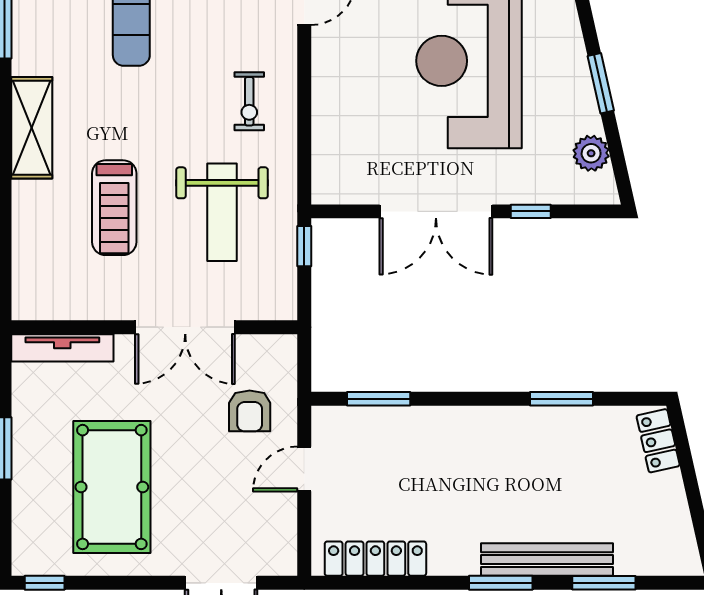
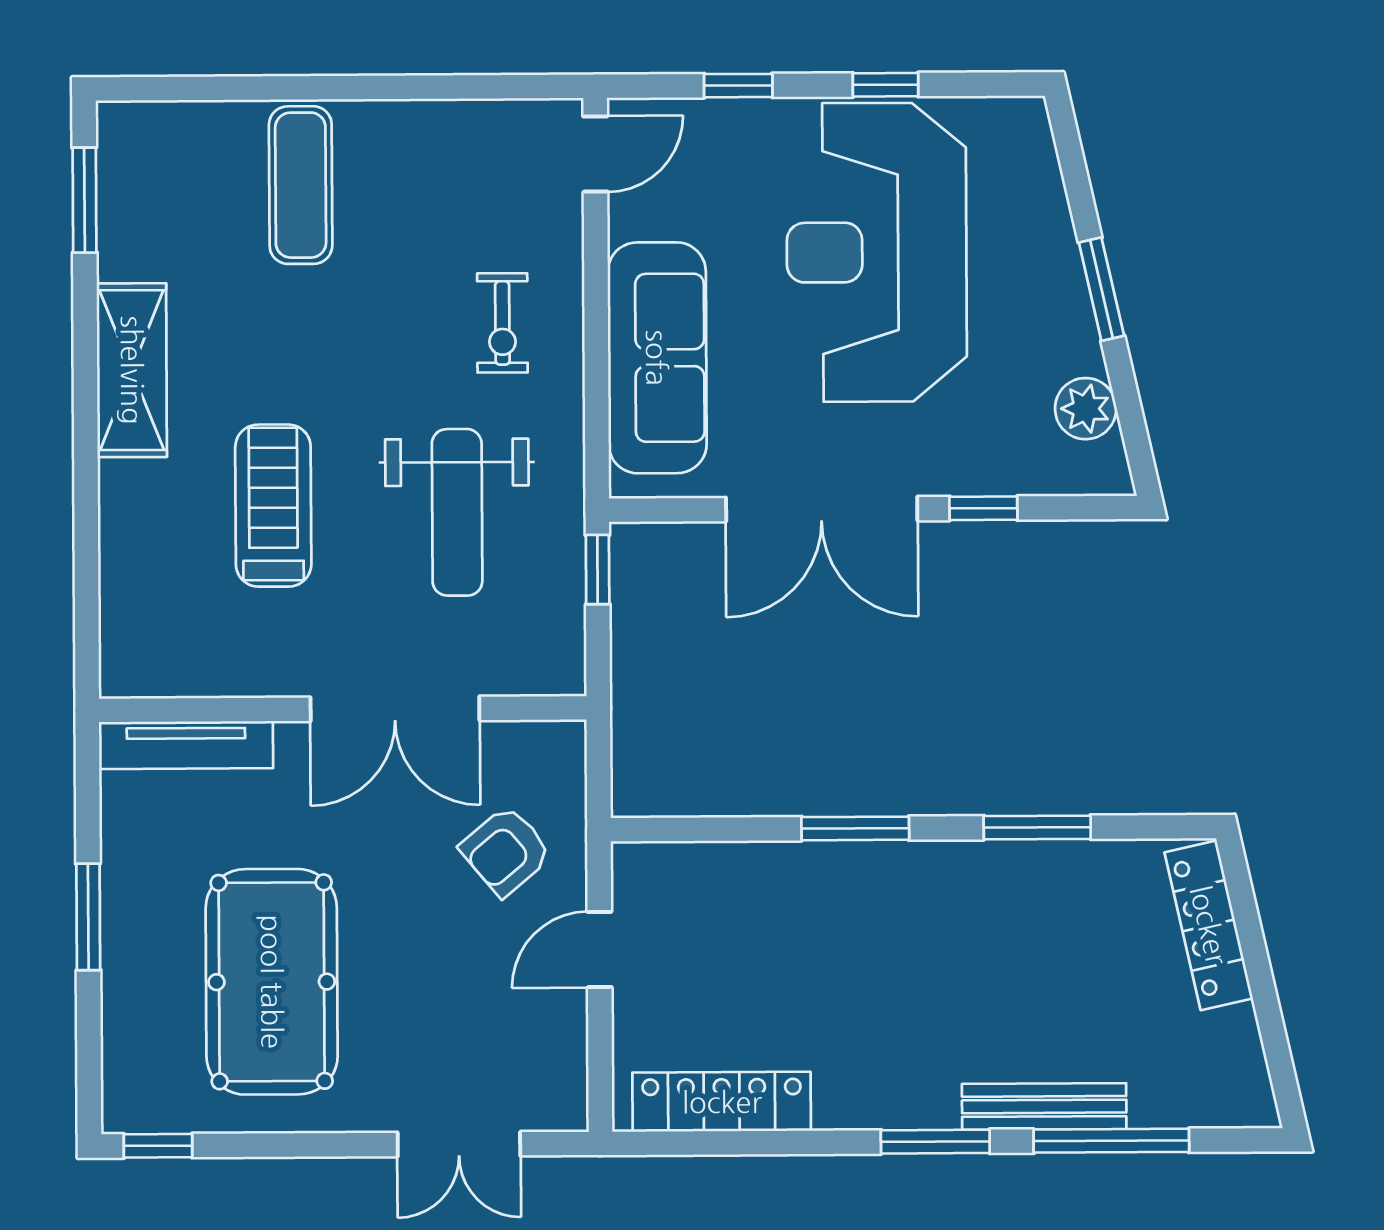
sofa: (340, 122) -> (657, 358), added
treadmill: (114, 208) -> (273, 506), turned 180
window: (379, 399) -> (855, 828), moved
armchair: (250, 411) -> (506, 851), turned 50
locker: (658, 441) -> (1209, 925), width x1.53
bench: (547, 560) -> (1044, 1106), width x0.73, depth x0.82
window: (604, 583) -> (1111, 1141), width x1.44

